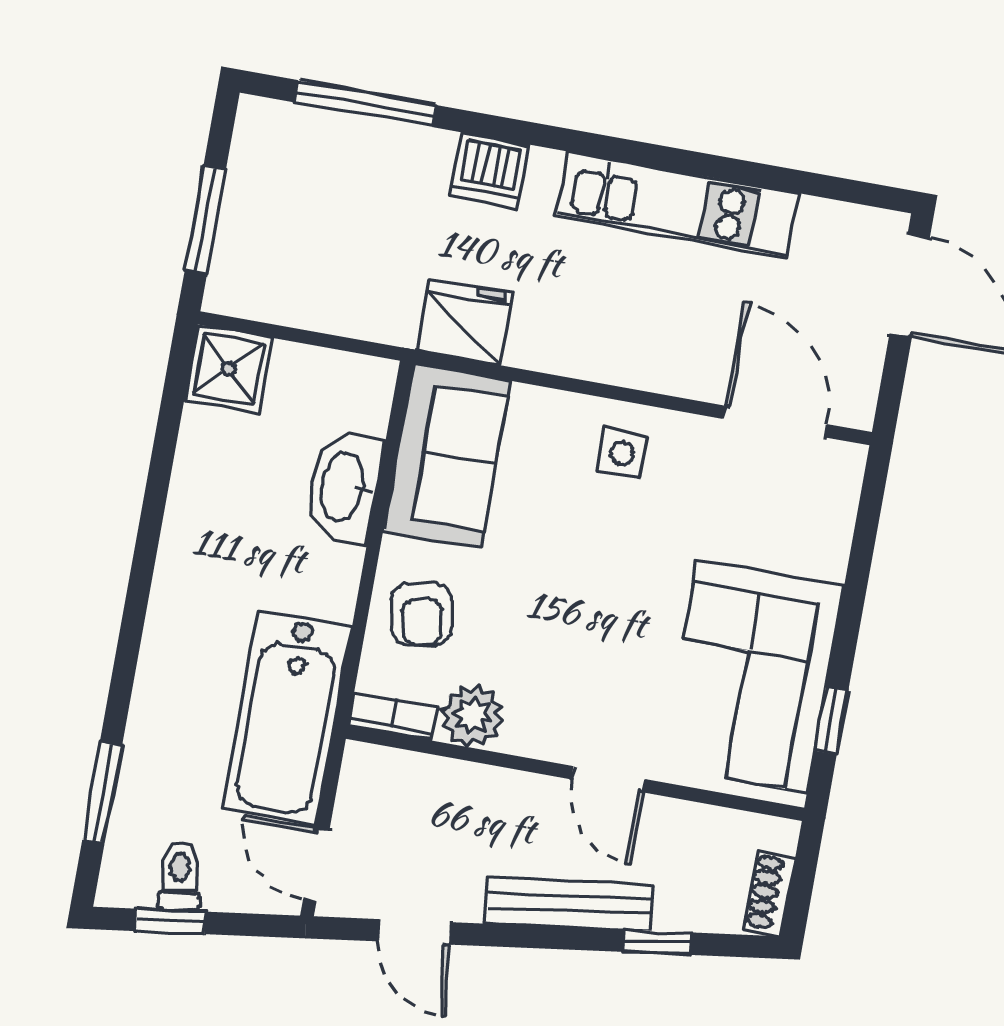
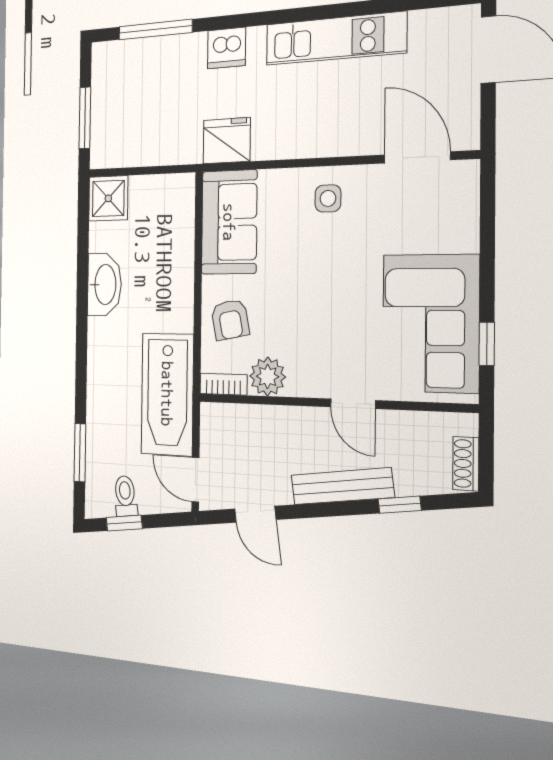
washbasin: (344, 487) -> (104, 284), moved, turned 180

